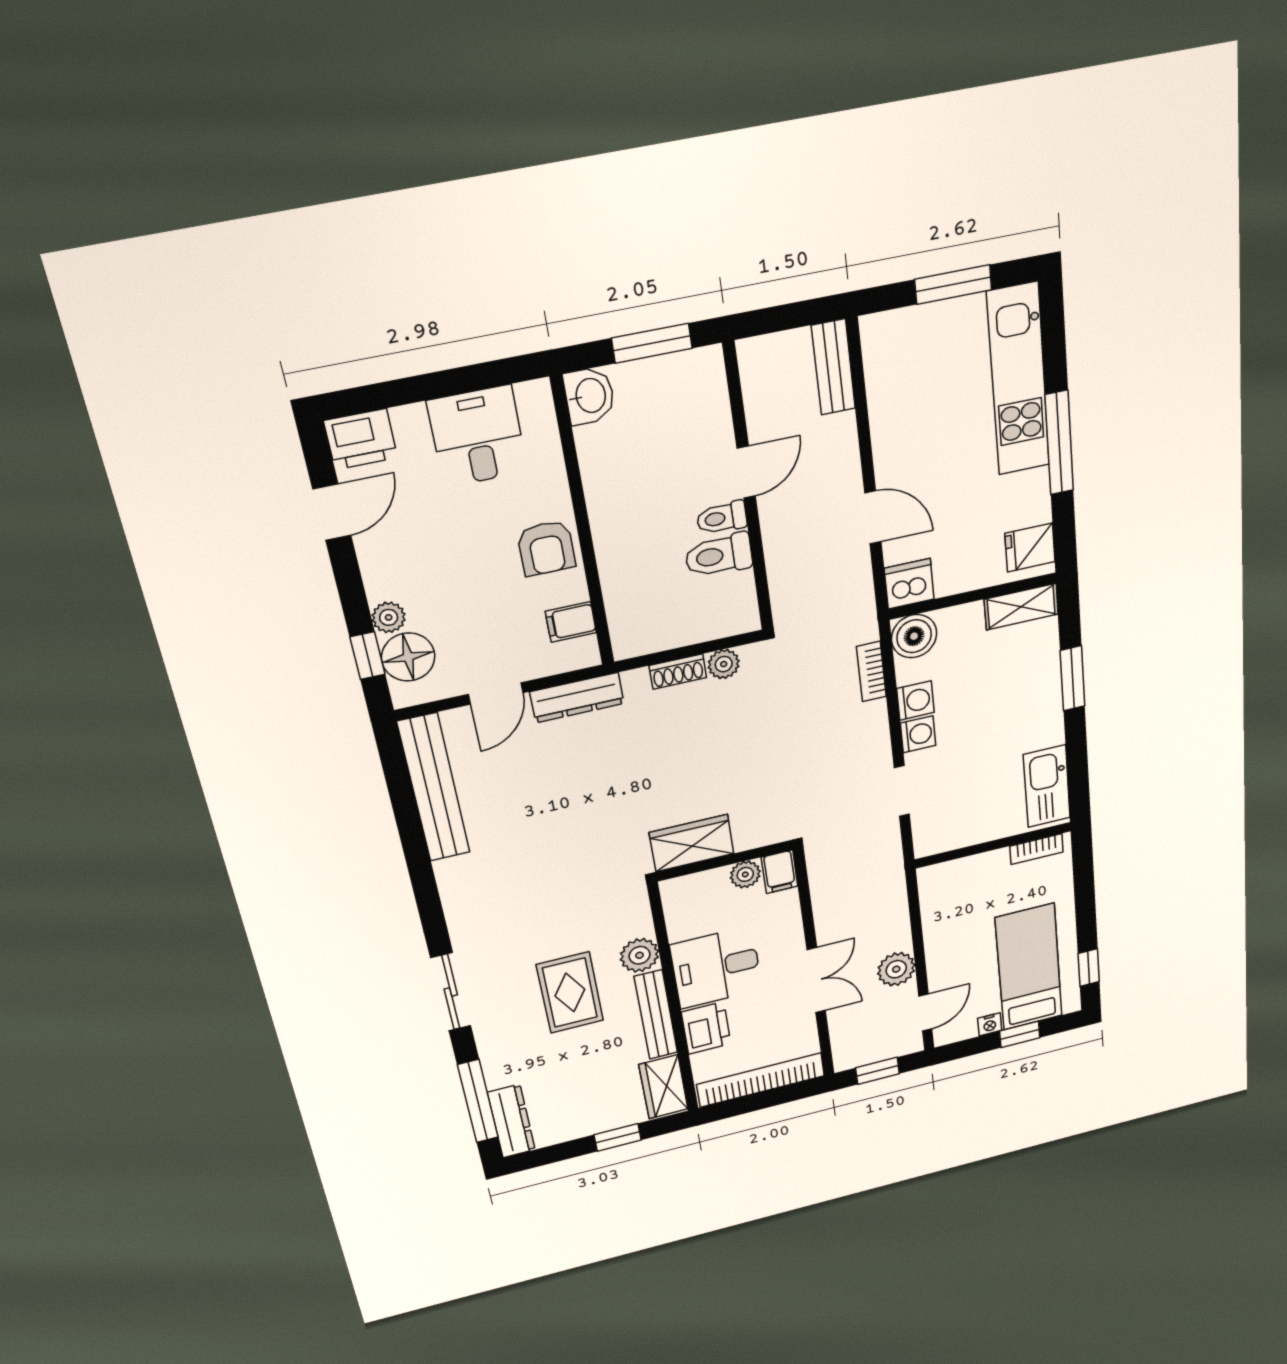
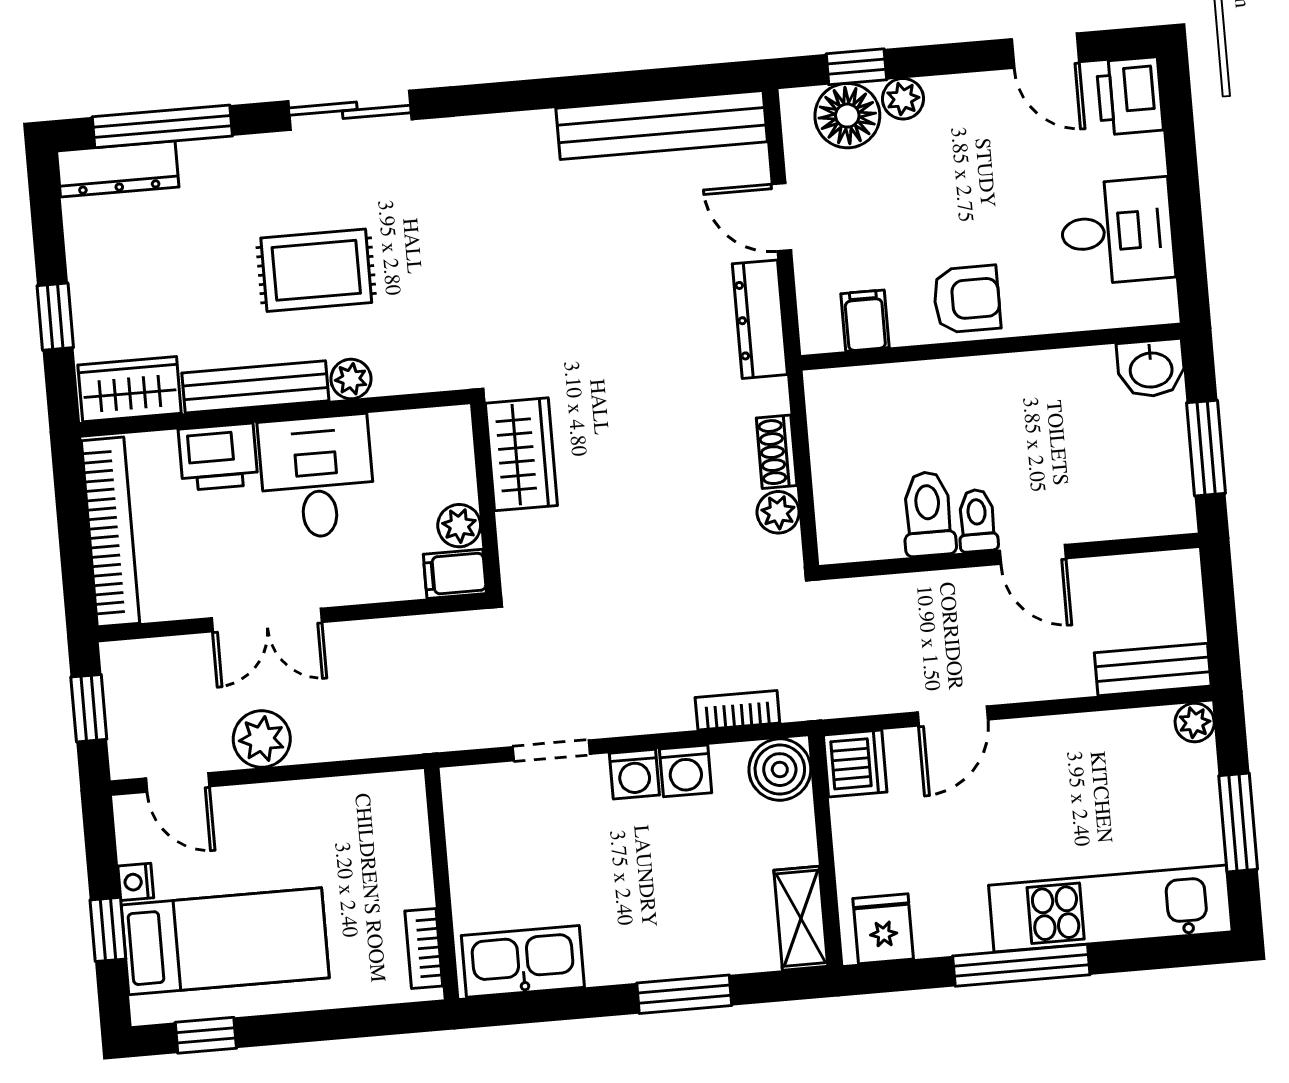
plant: (875, 329) -> (1195, 723), added
armchair: (546, 548) -> (967, 299), turned 180
plant: (639, 955) -> (351, 379), width x0.73, depth x0.73

